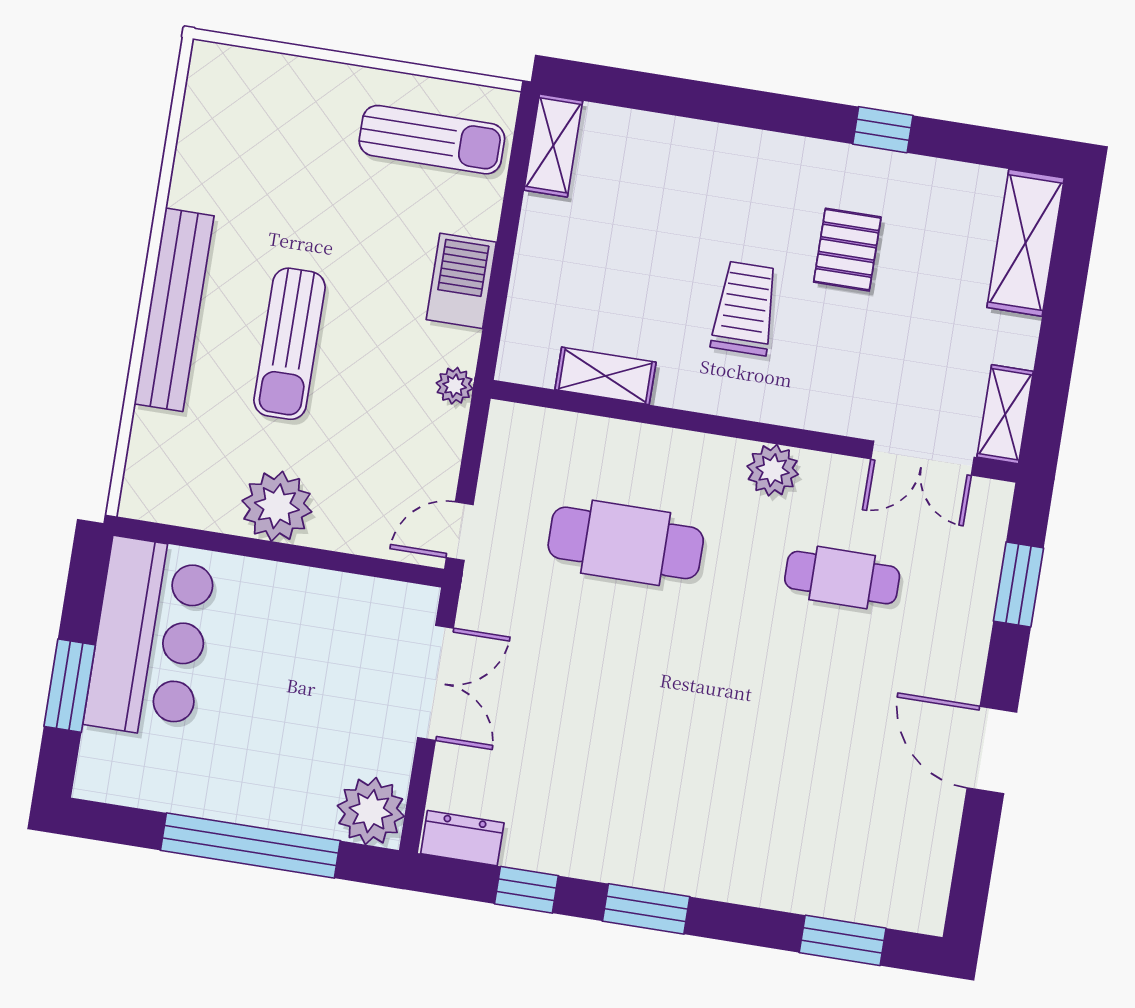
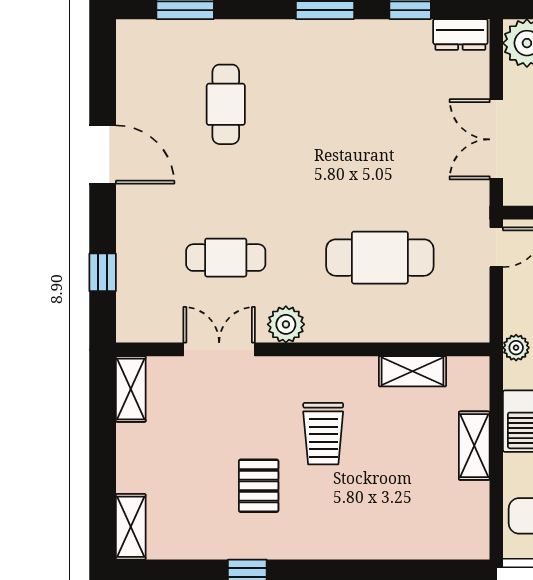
shelving: (553, 145) -> (474, 446), moved
shelving: (1026, 243) -> (131, 527), width x0.67, depth x0.75
double door: (922, 458) -> (219, 349), moved
window: (1018, 585) -> (103, 272), width x0.67
cafe table: (808, 793) -> (226, 104), added

